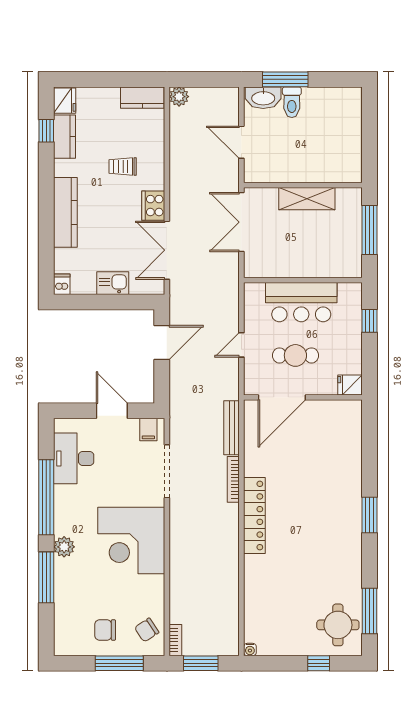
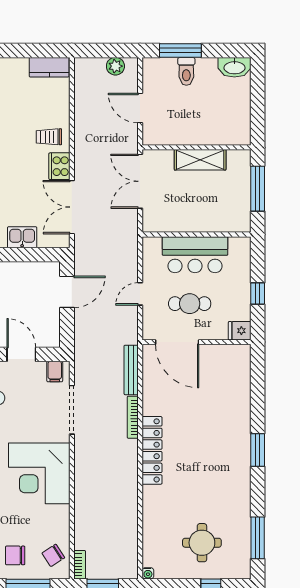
plant: (179, 97) -> (115, 66), moved
washbasin: (263, 98) -> (234, 67), moved
trolley: (123, 166) -> (49, 137), moved
window: (370, 321) -> (258, 294), moved
door: (282, 397) -> (177, 342), hinge flipped
round table: (338, 625) -> (202, 543), moved

